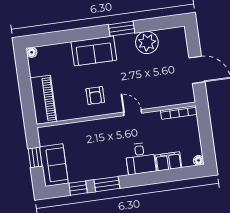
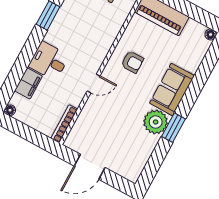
plant: (147, 42) -> (156, 122), moved
armchair: (95, 96) -> (132, 62), turned 180

